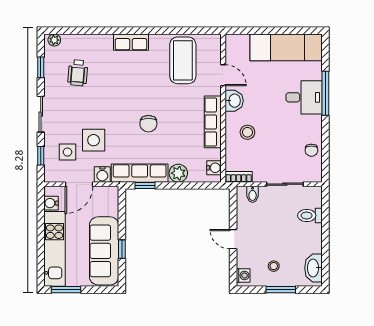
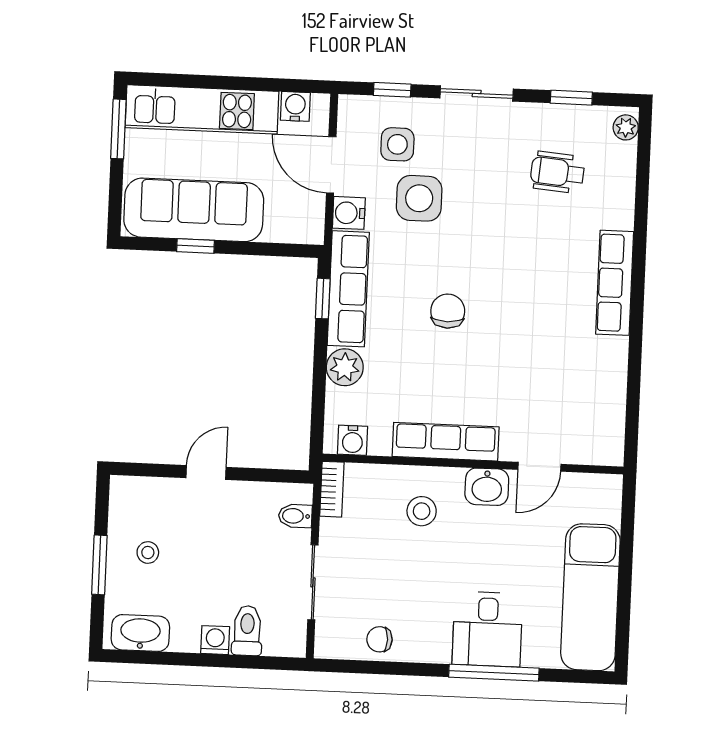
row of seats: (131, 42) -> (615, 283), width x1.48
coffee table: (183, 60) -> (573, 386), removed
chair: (148, 124) -> (448, 311), turned 90
washing machine: (243, 275) -> (215, 640), moved, turned 180

